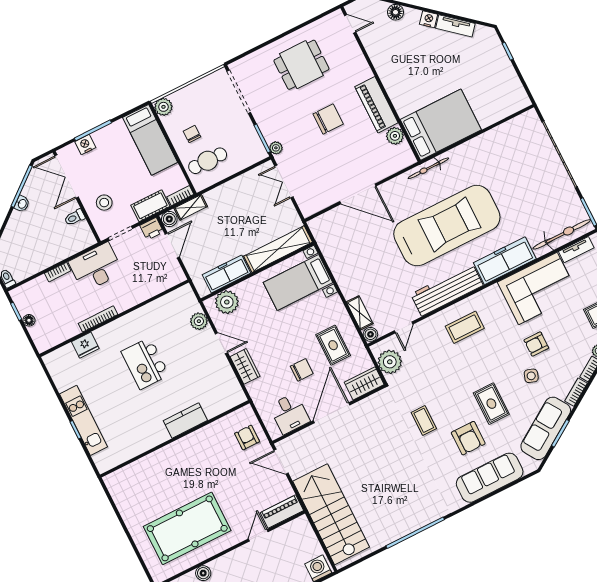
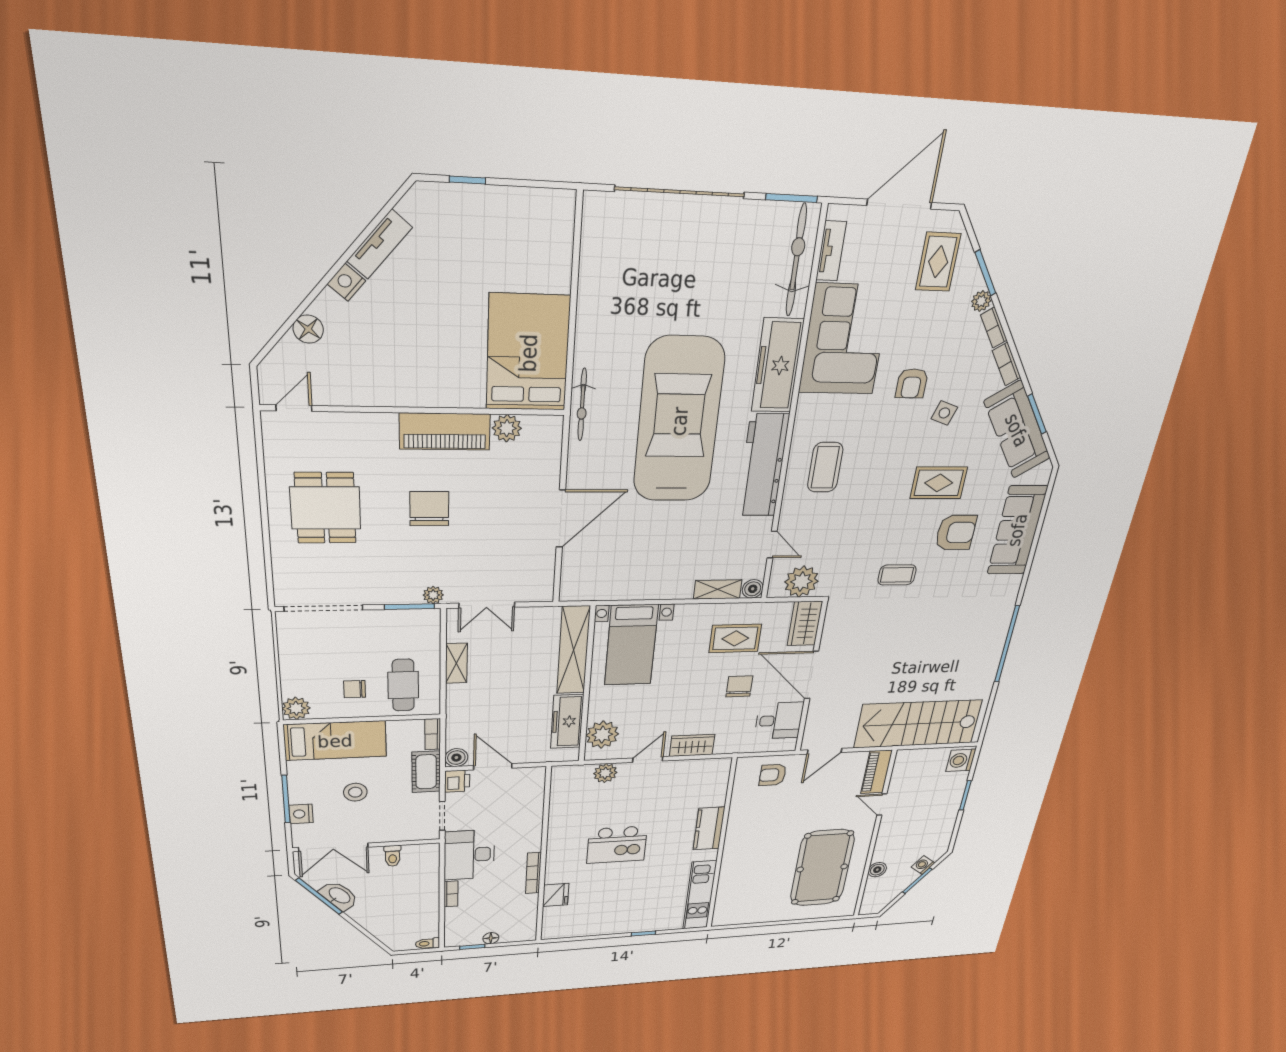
stool: (104, 203) -> (355, 792), moved
washbasin: (22, 204) -> (339, 896), width x1.91, depth x1.45
shelving: (191, 207) -> (456, 663), moved
kitchen unit: (84, 420) -> (700, 895), moved, turned -90

